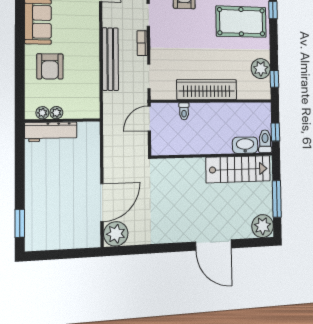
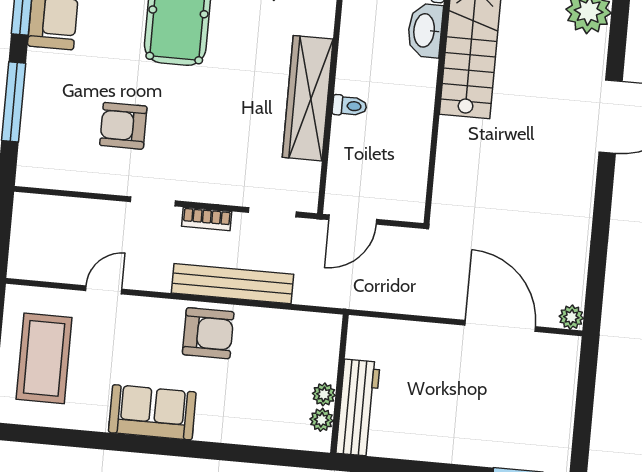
armchair: (50, 66) -> (208, 333), moved
toilet: (184, 111) -> (349, 106), moved
door: (149, 119) -> (353, 220), hinge flipped
plant: (116, 234) -> (571, 317), width x0.53, depth x0.53

